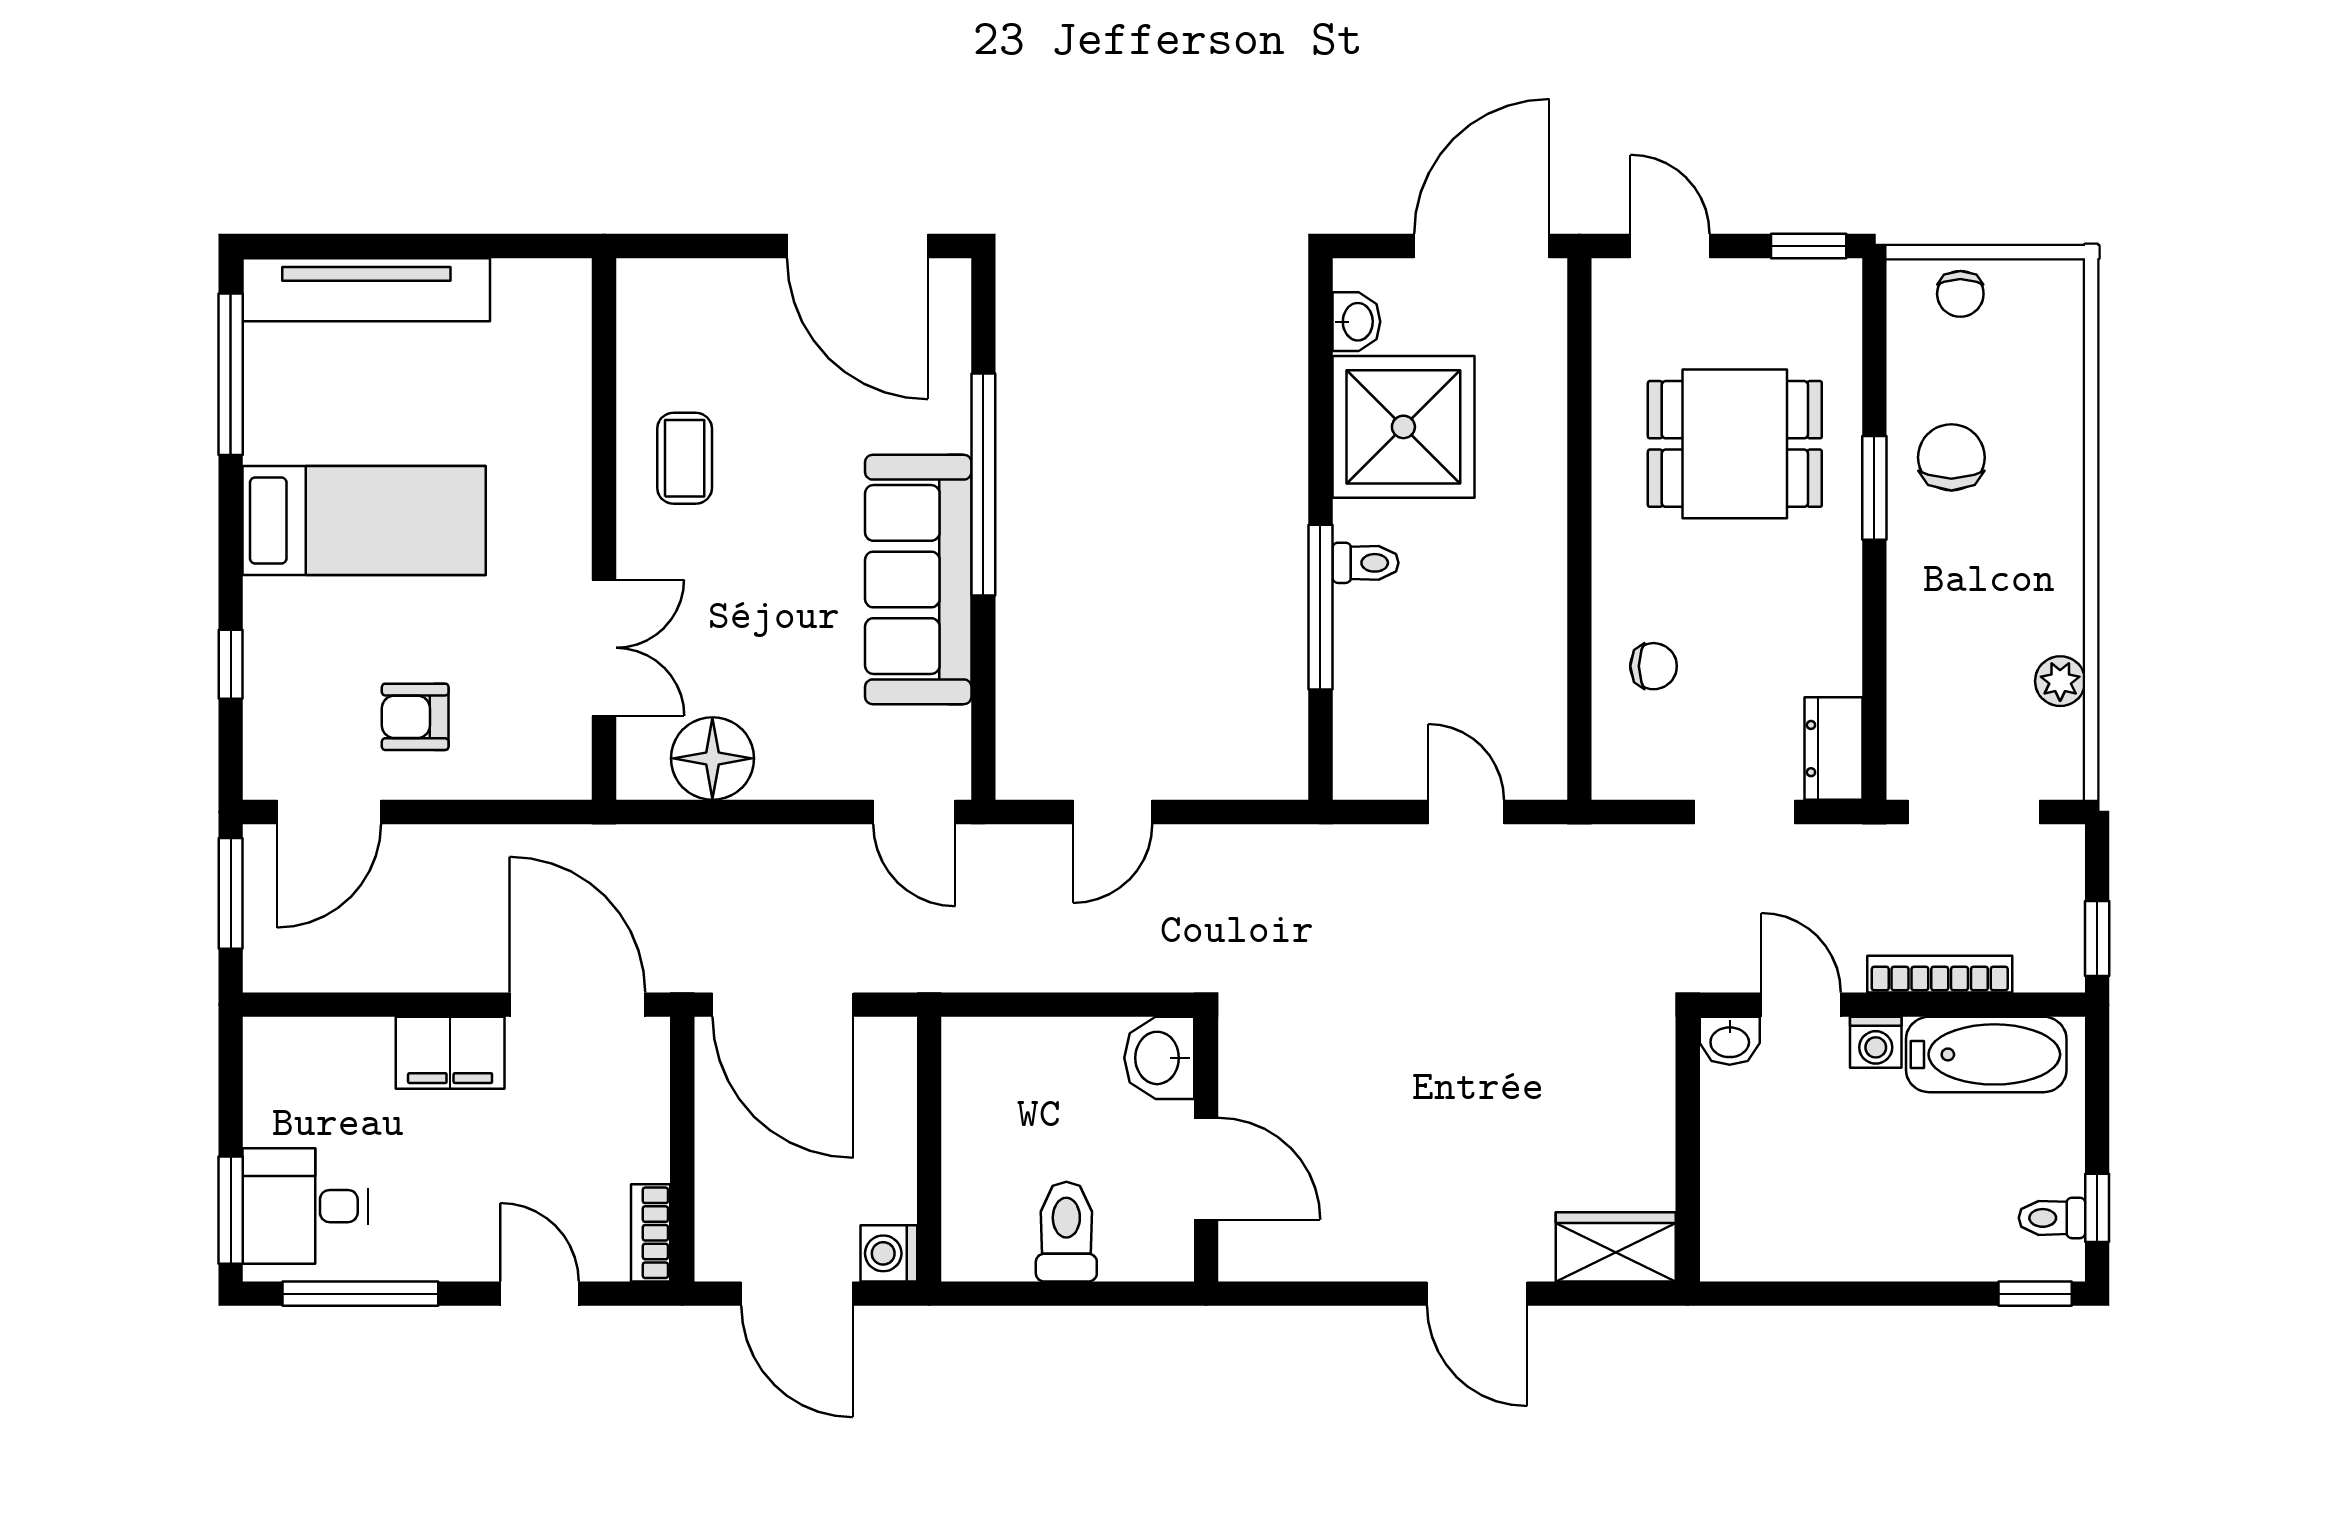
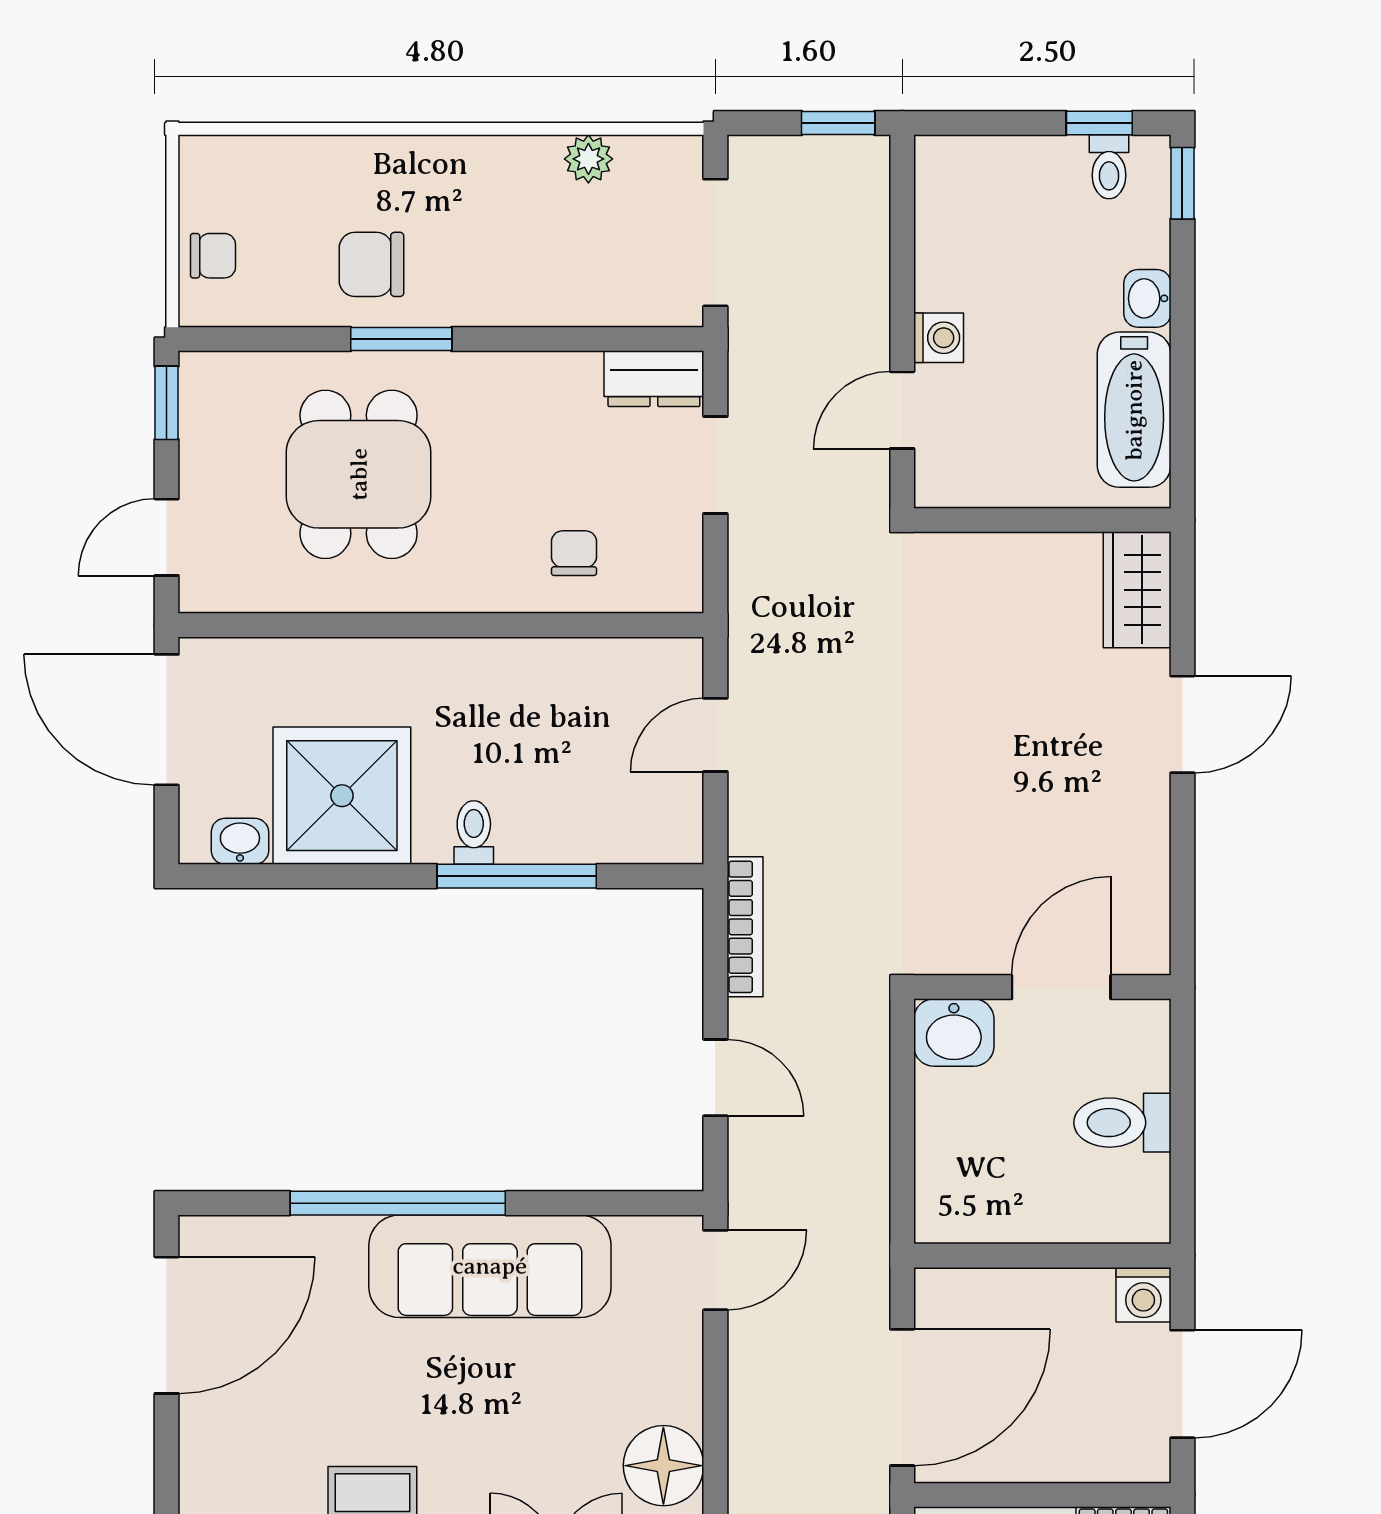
bookcase: (1940, 974) -> (745, 927), moved, turned 180
washbasin: (1730, 1041) -> (1147, 298), moved, turned 180
bathtub: (1986, 1054) -> (1134, 410), moved, turned 180

